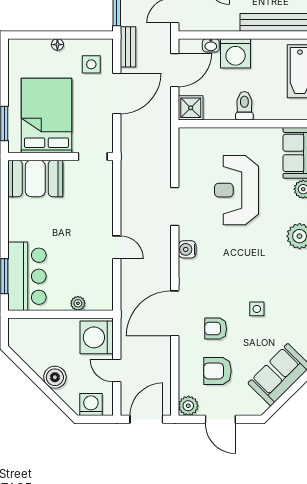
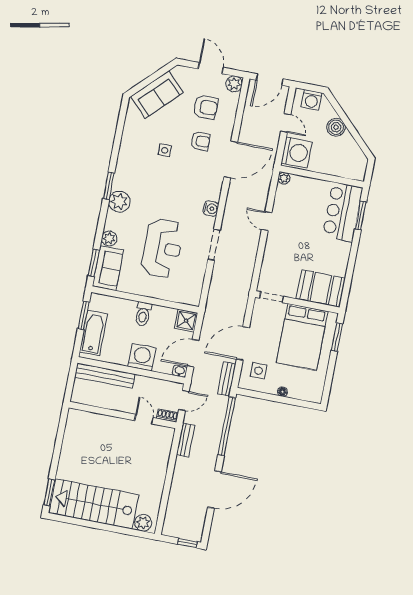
washbasin: (211, 45) -> (180, 371), moved
plant: (78, 303) -> (284, 178), moved

